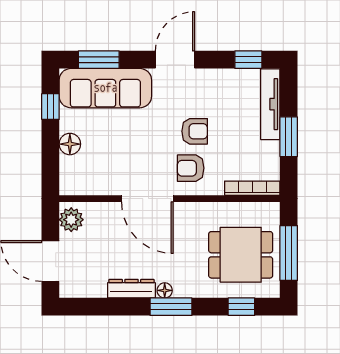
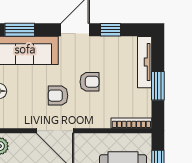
window: (248, 60) -> (111, 30), moved
armchair: (191, 168) -> (58, 96), moved

